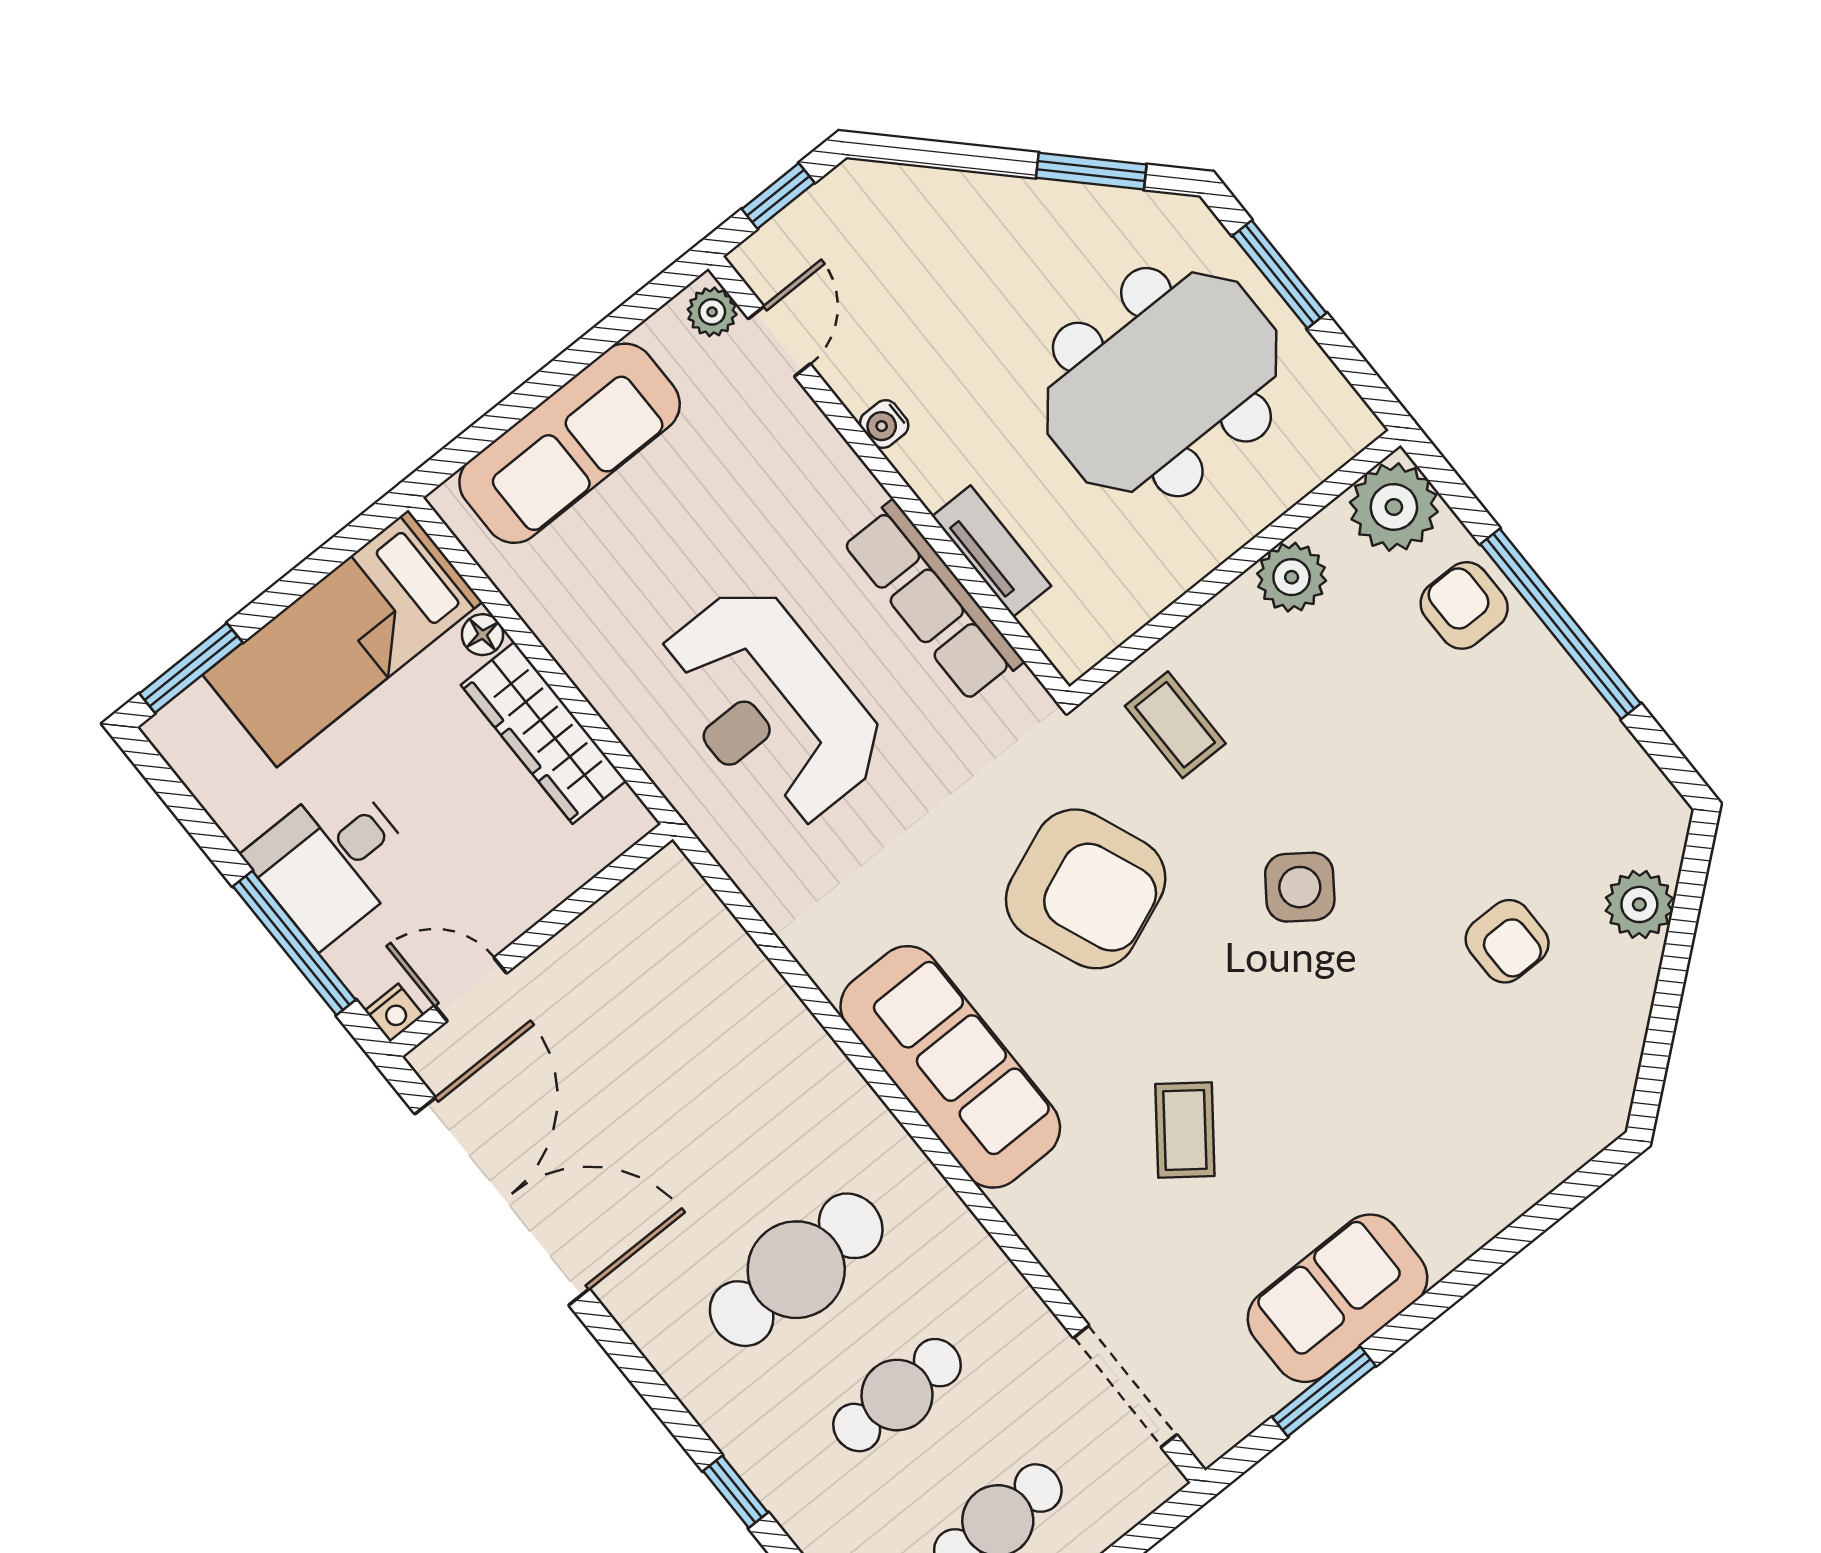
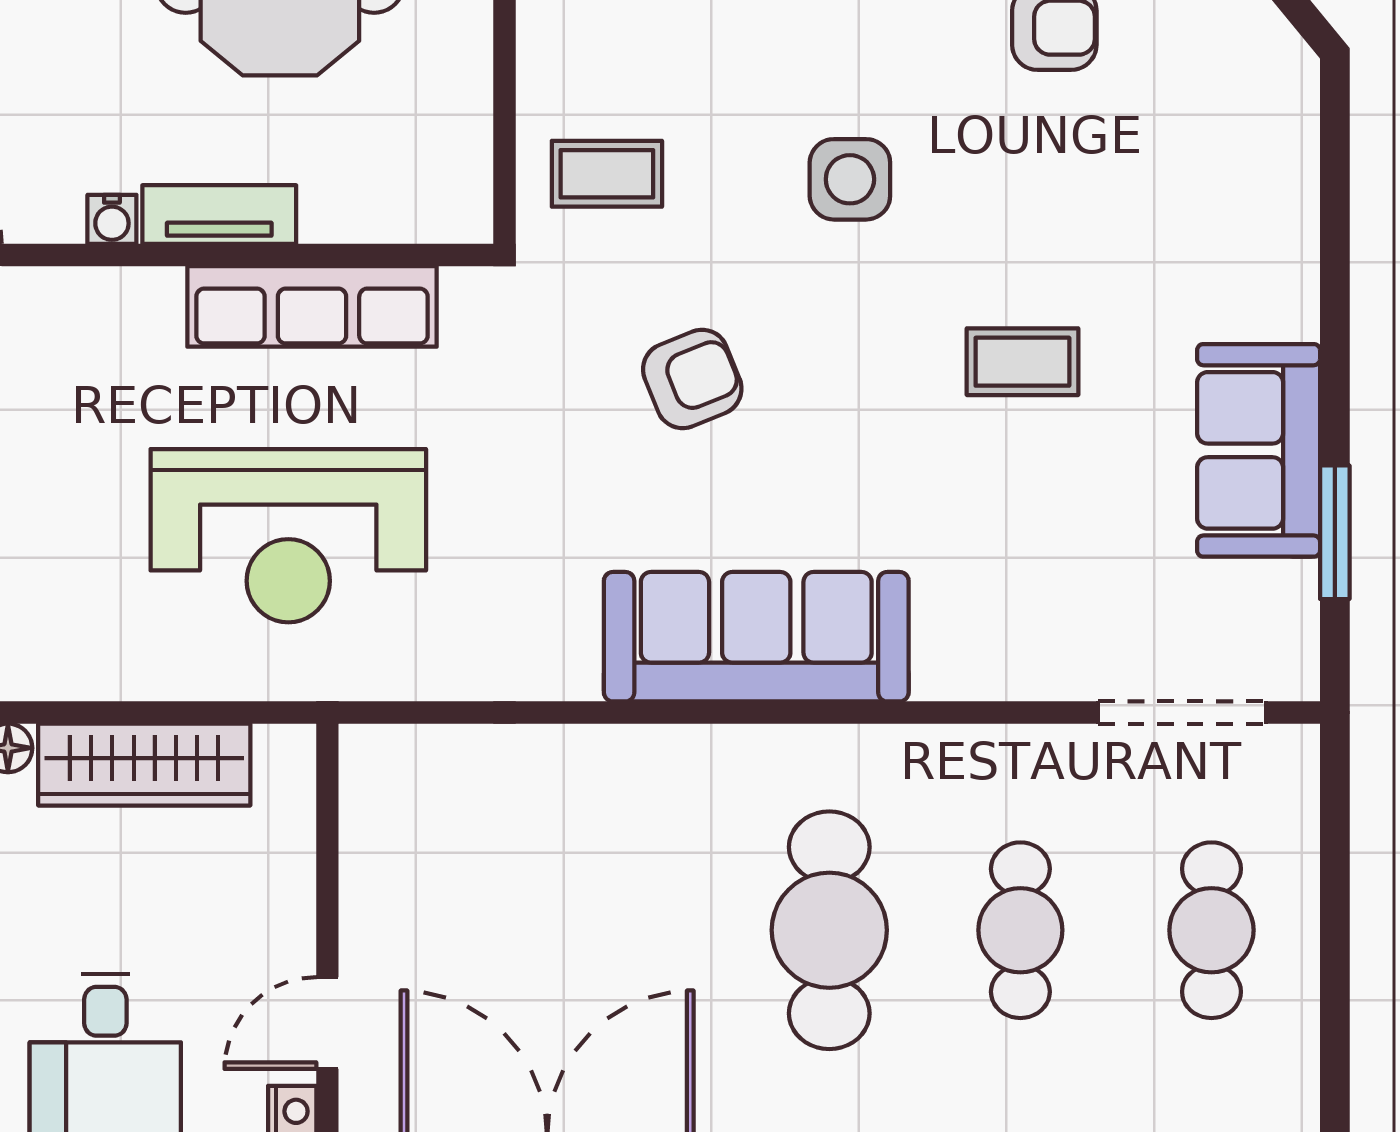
tv unit: (992, 551) -> (219, 215), moved
side table: (1300, 887) -> (850, 179), turned -36
armchair: (1086, 889) -> (692, 379), width x0.53, depth x0.53
coffee table: (1185, 1130) -> (1022, 362), moved, turned -37

